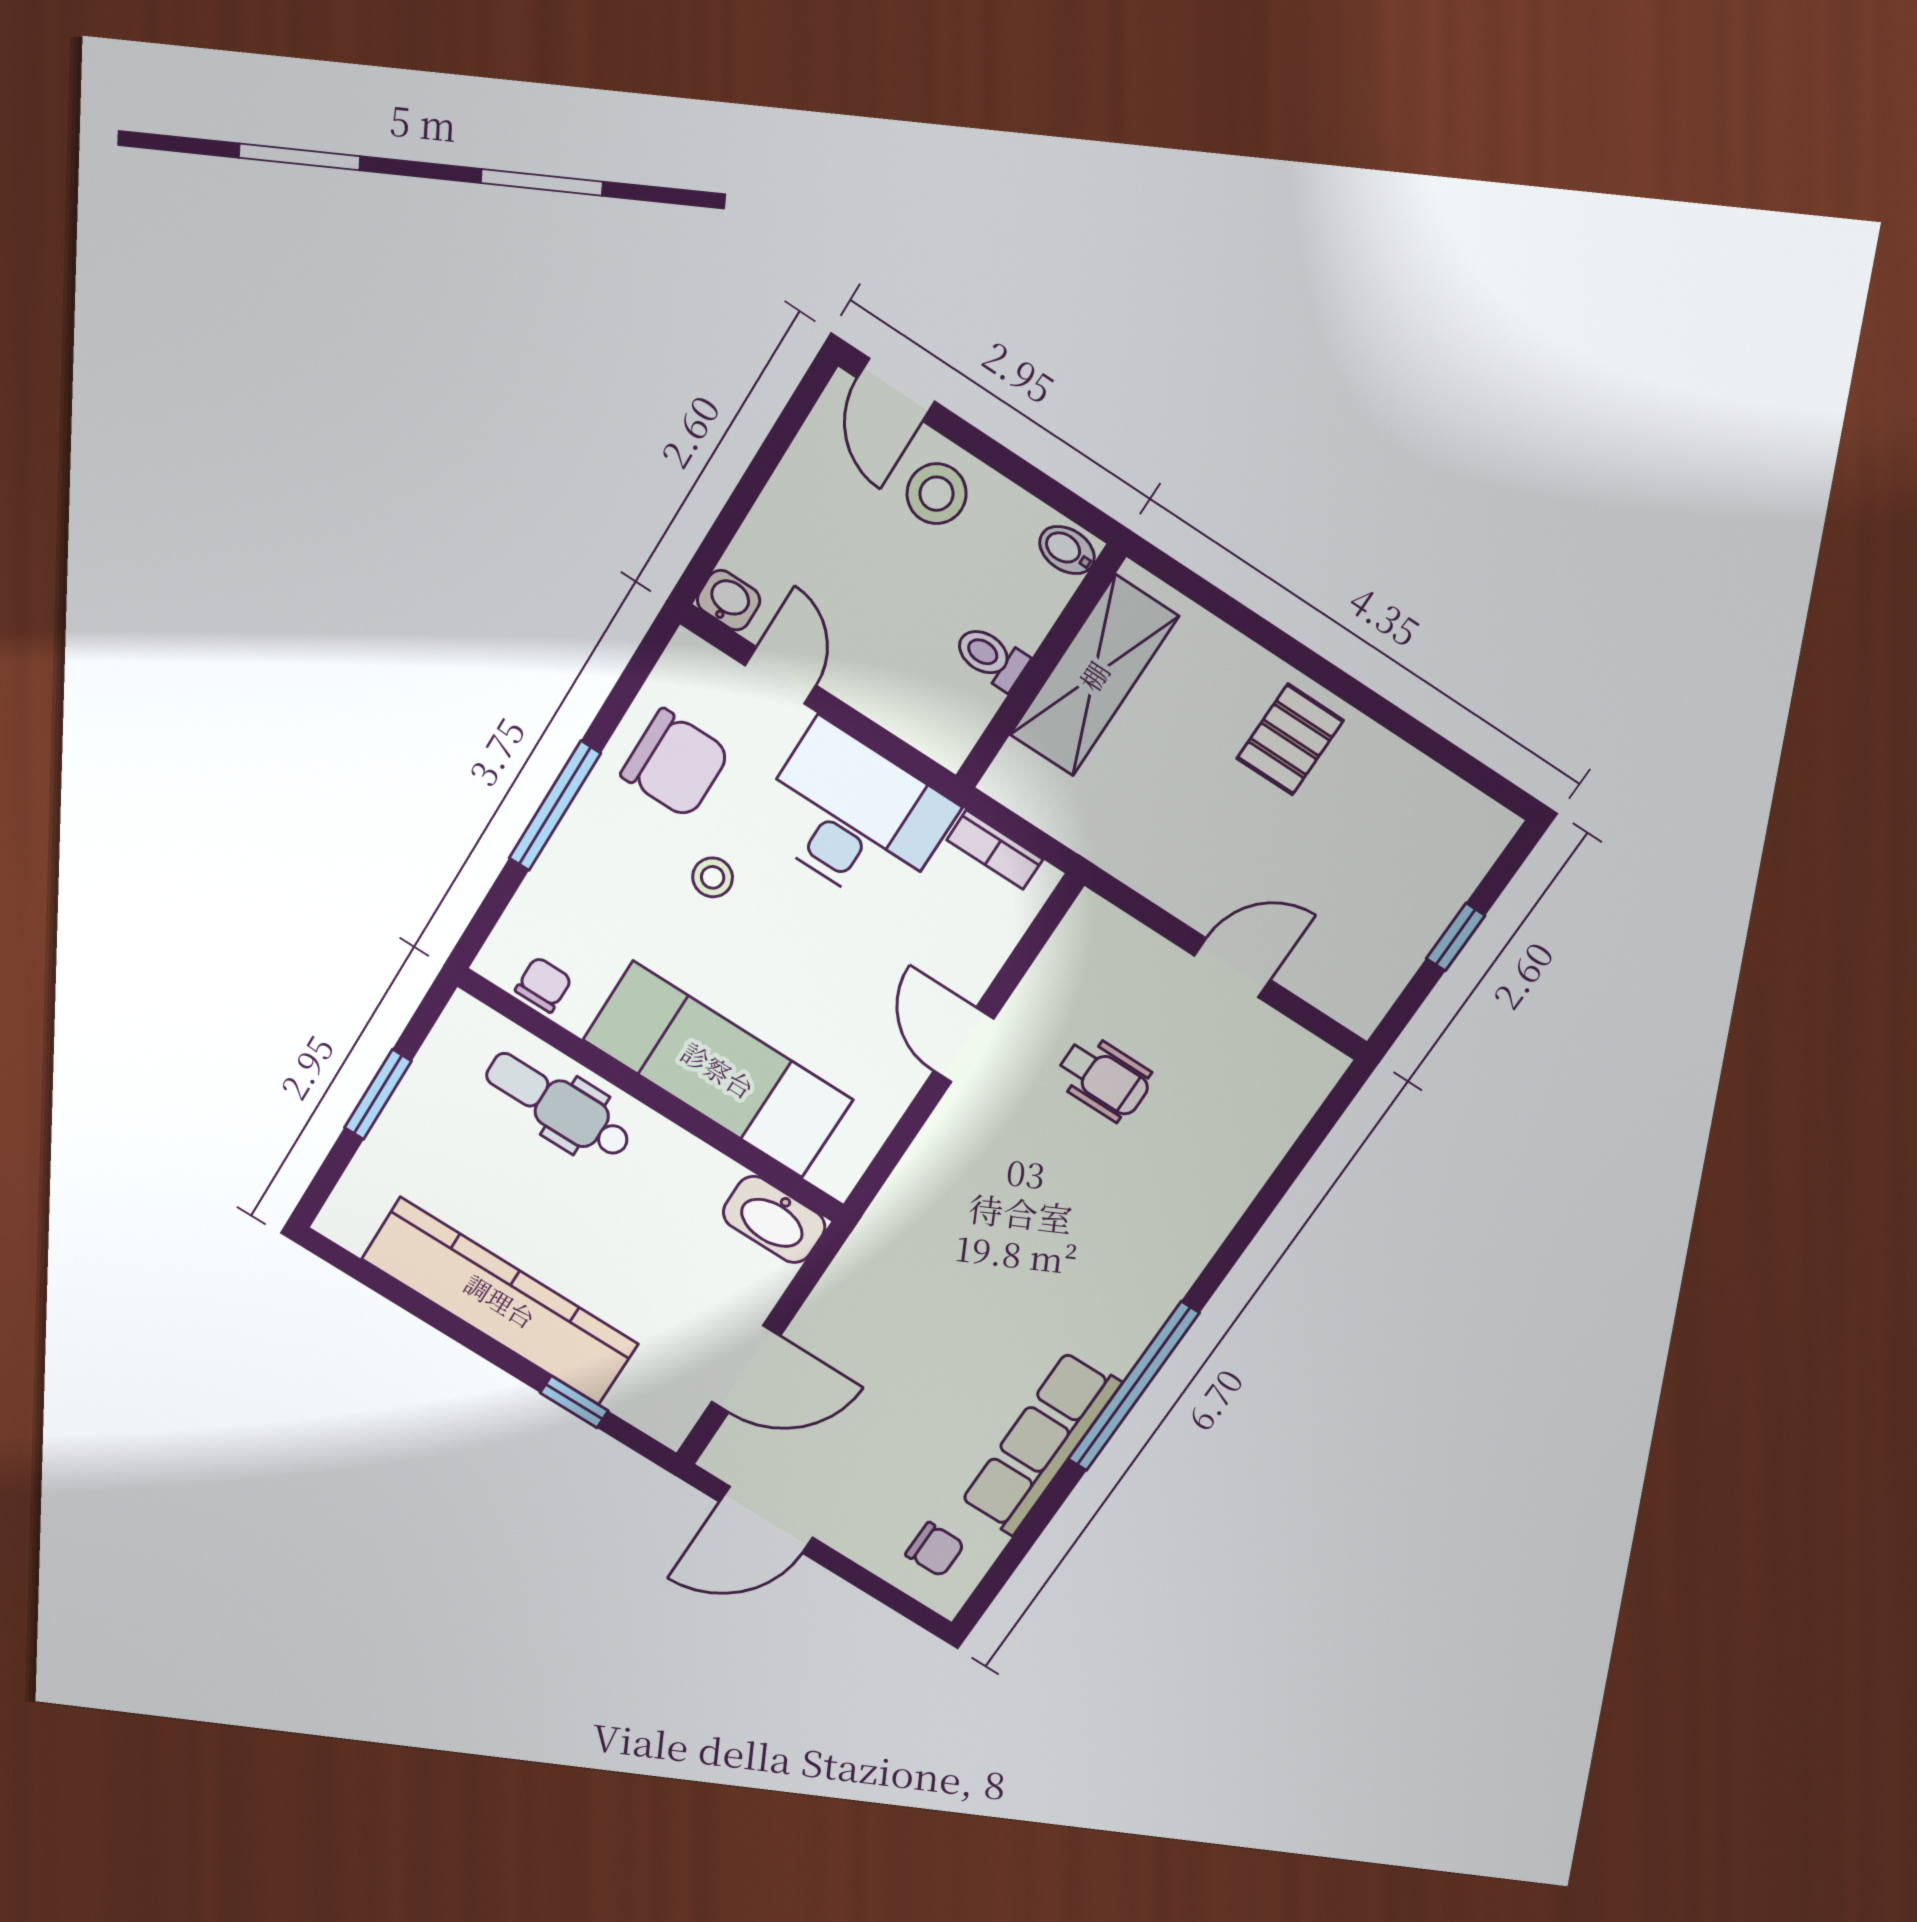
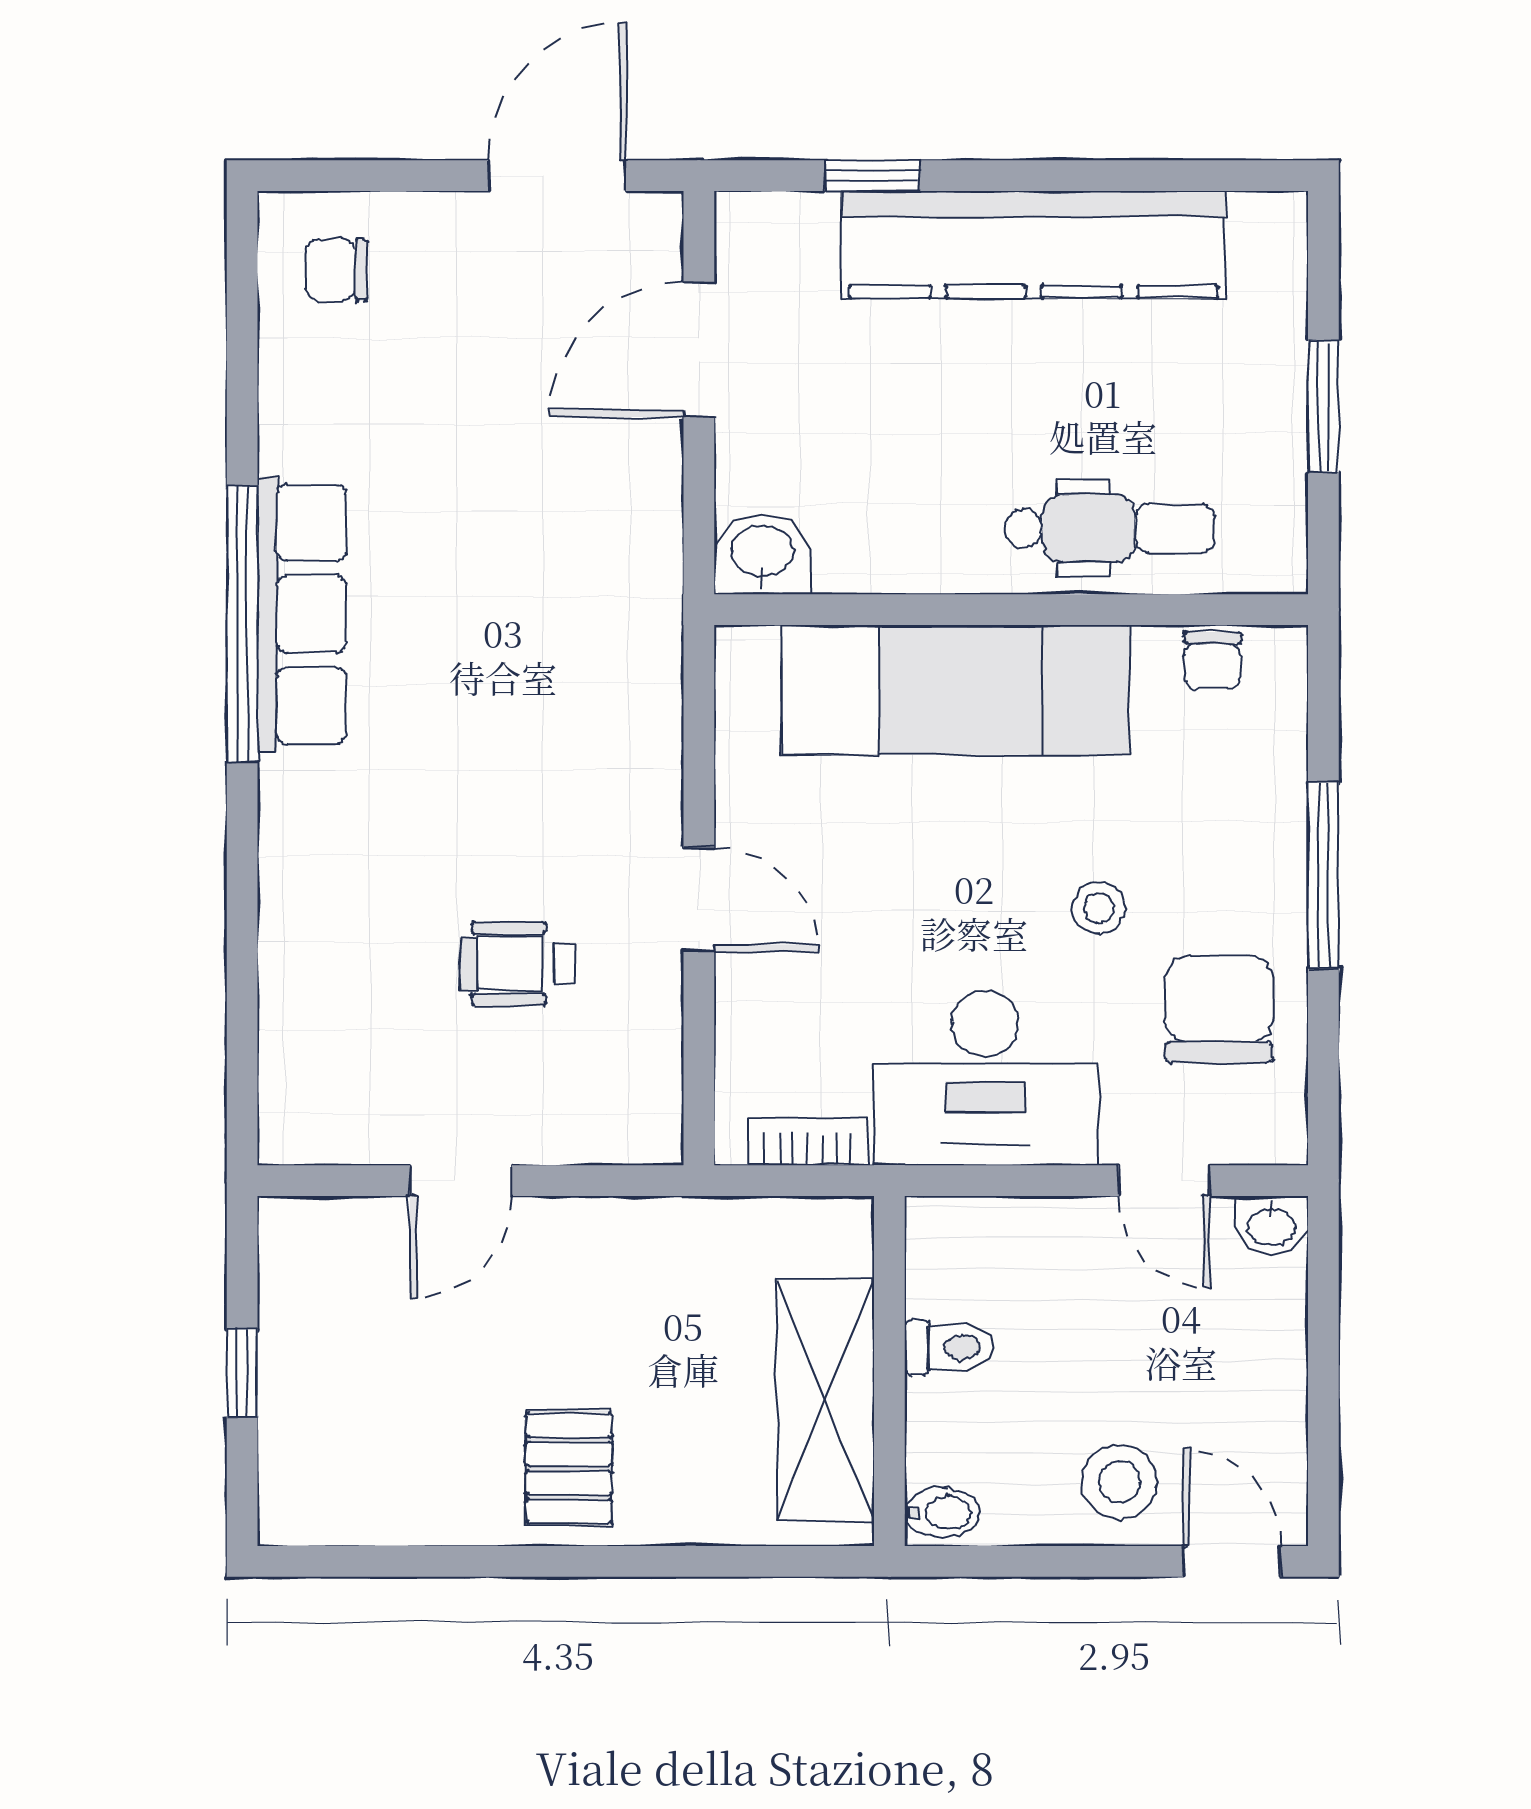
chair: (675, 764) -> (1219, 1009), turned 90
washbasin: (774, 1220) -> (762, 554), width x0.72
row of seats: (1040, 1443) -> (302, 614), moved

